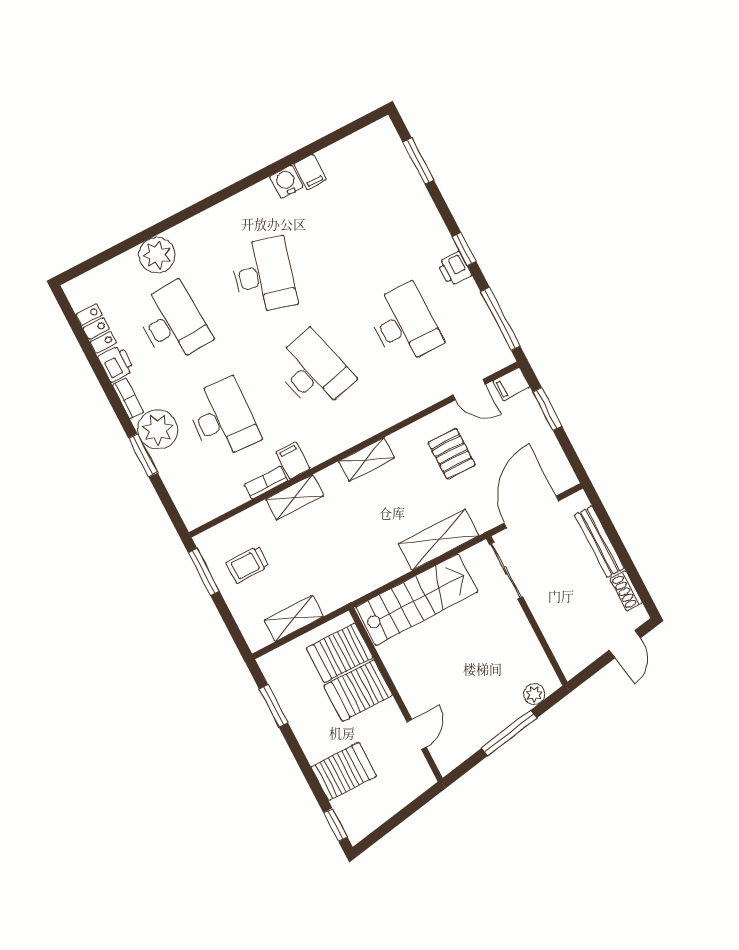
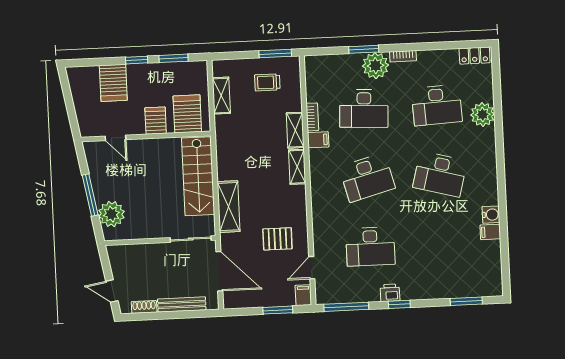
locker: (96, 328) -> (475, 56), moved
printer: (116, 364) -> (428, 59), removed
shelving: (366, 460) -> (297, 167), moved
trolley: (247, 565) -> (267, 82), turned -90
server rack: (358, 690) -> (156, 121), width x0.73, depth x0.70
plant: (534, 694) -> (111, 214), width x1.88, depth x1.88
window: (335, 825) -> (137, 60), moved

